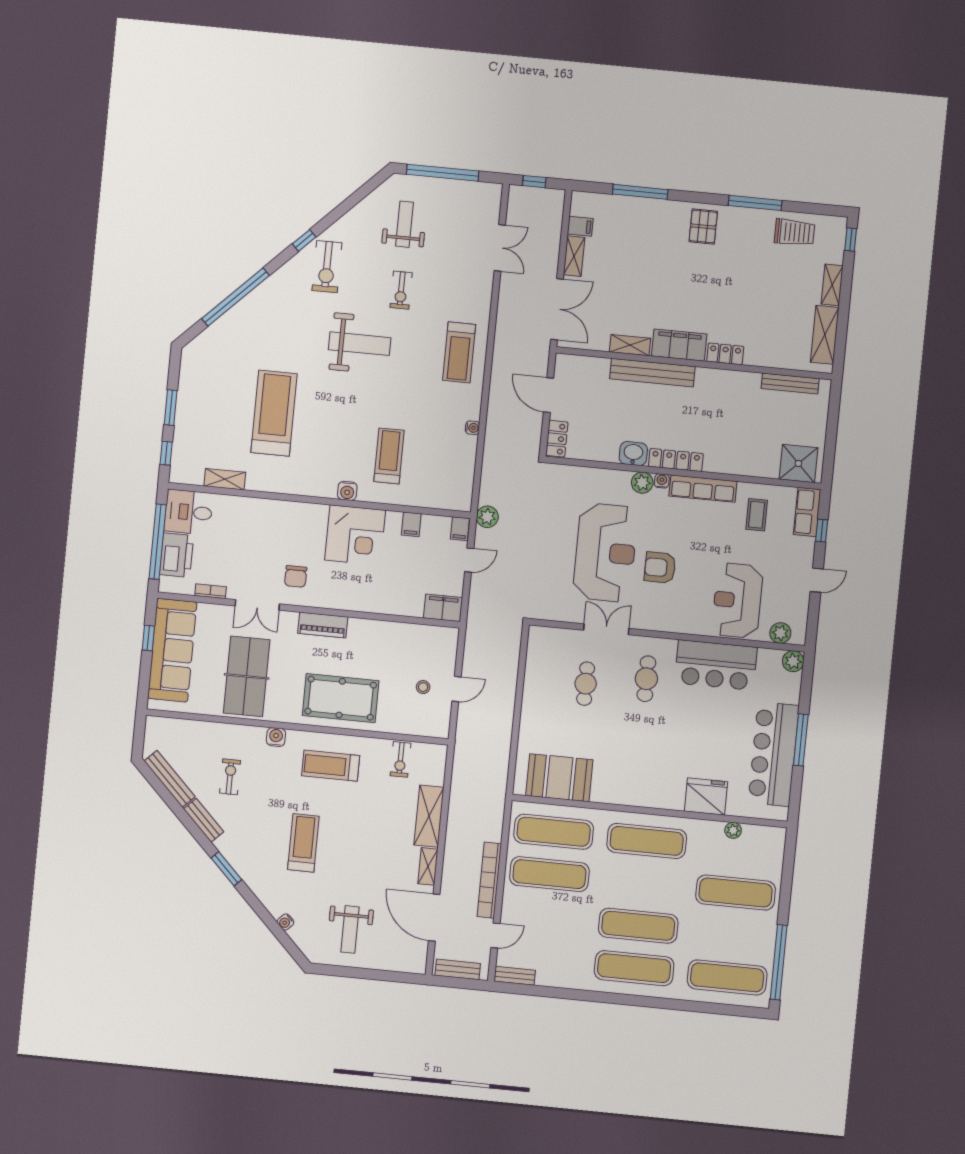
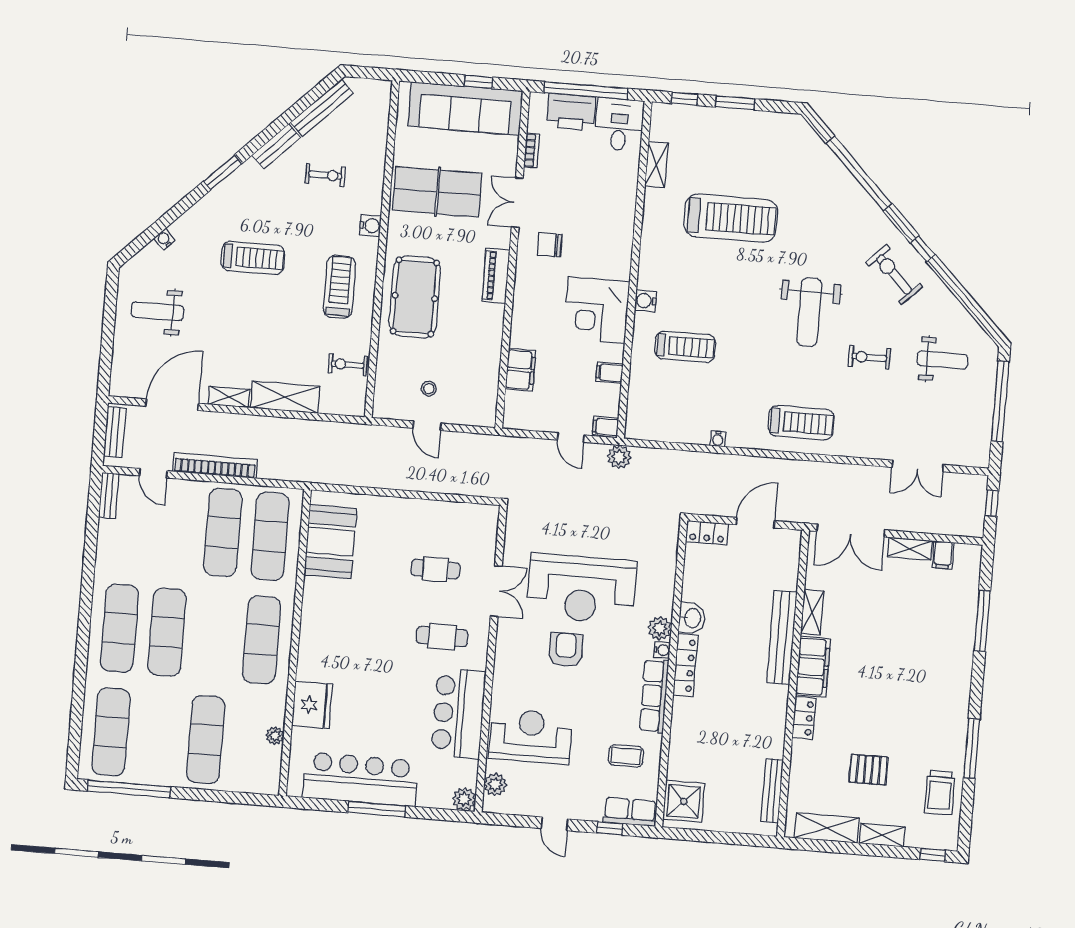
pallet: (703, 226) -> (868, 770), moved
exercise bike: (327, 267) -> (894, 274), turned 45
treadmill: (459, 352) -> (801, 423), turned 180
filing cabinet: (443, 608) -> (520, 370), moved

